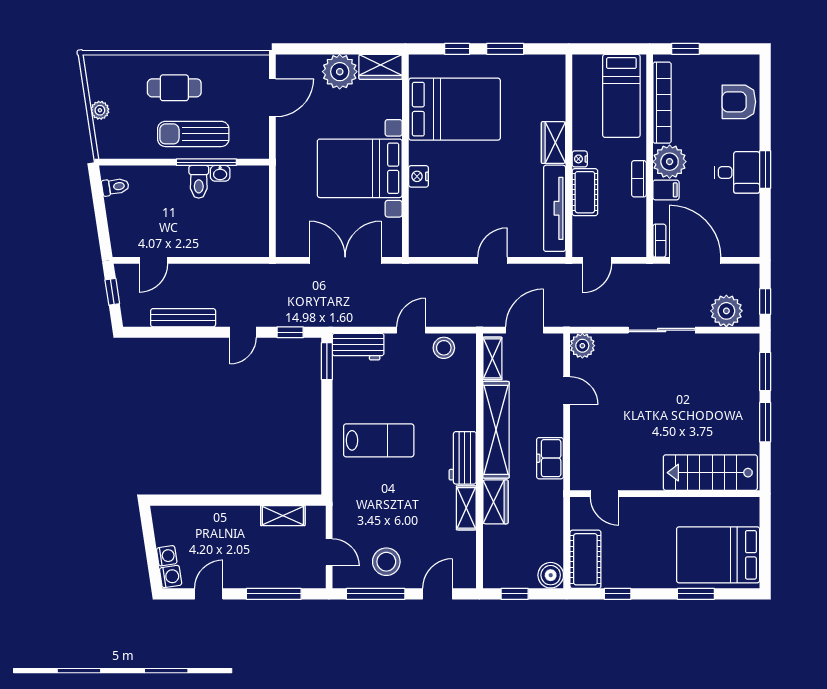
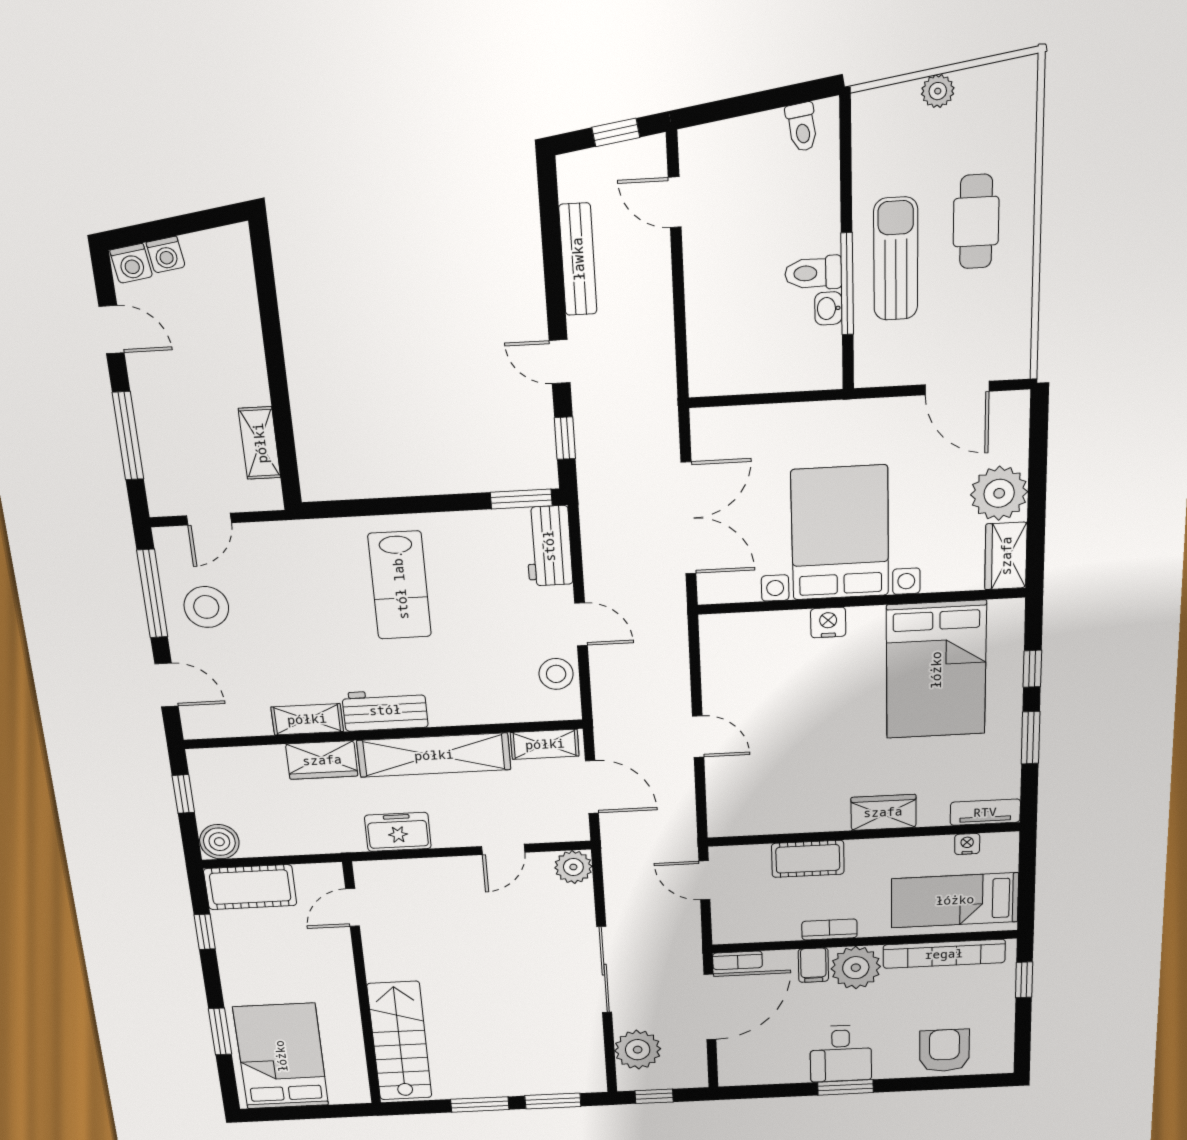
nightstand: (580, 159) -> (967, 844), moved
tv unit: (555, 208) -> (985, 812), moved, width x0.52, depth x0.78

